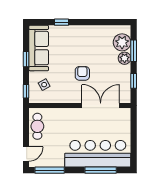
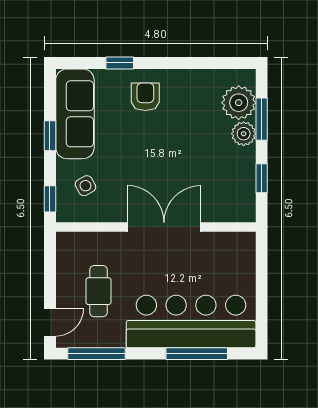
armchair: (82, 73) -> (145, 97), moved
double door: (101, 106) -> (164, 227), moved
cafe table: (37, 126) -> (98, 291), moved

